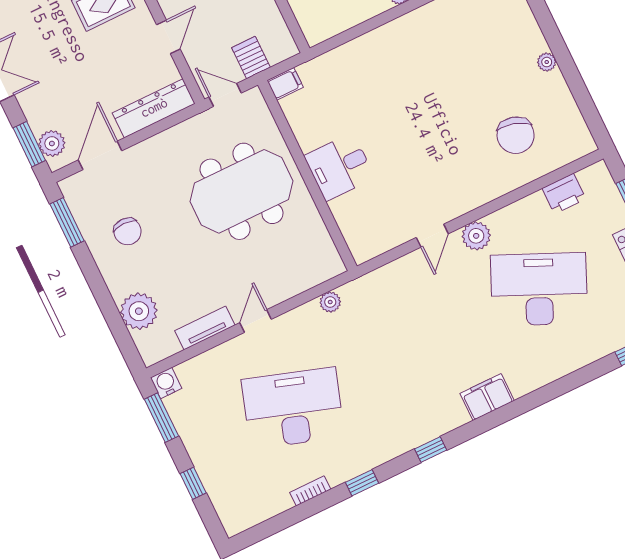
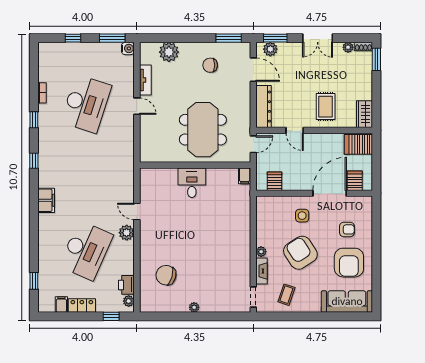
server rack: (251, 57) -> (275, 181), moved, turned -90
plant: (330, 302) -> (129, 301), moved

